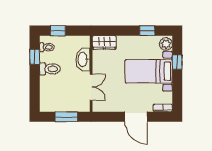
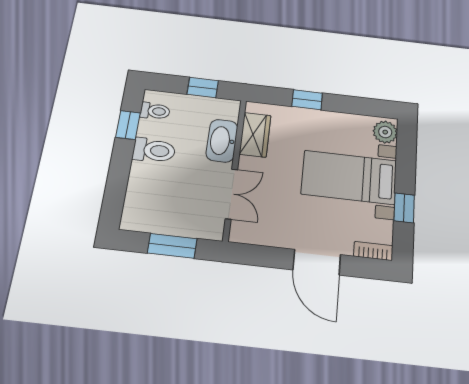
window: (58, 31) -> (203, 87), moved
window: (147, 31) -> (307, 100), moved
wardrobe: (104, 42) -> (255, 135), moved, turned -90
window: (177, 62) -> (404, 208), moved

